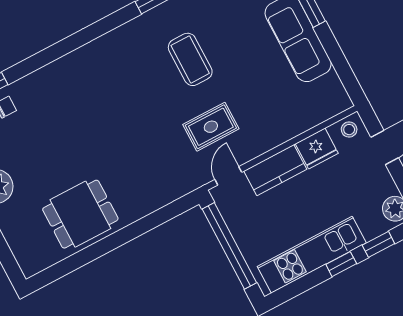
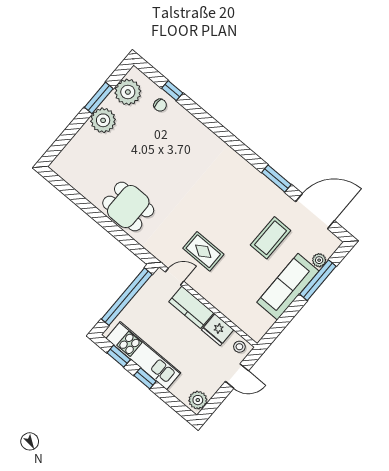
coffee table: (190, 59) -> (271, 238), moved
dining table: (80, 214) -> (128, 207), moved
window: (378, 244) -> (119, 356), moved

